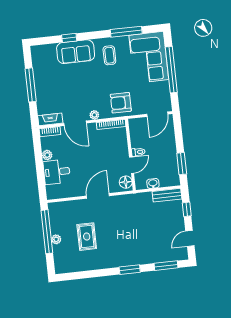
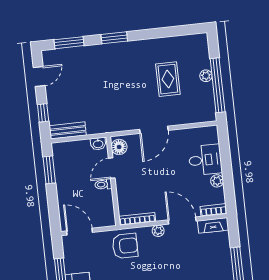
door: (157, 114) -> (80, 232), hinge flipped
washbasin: (153, 183) -> (98, 144), moved

